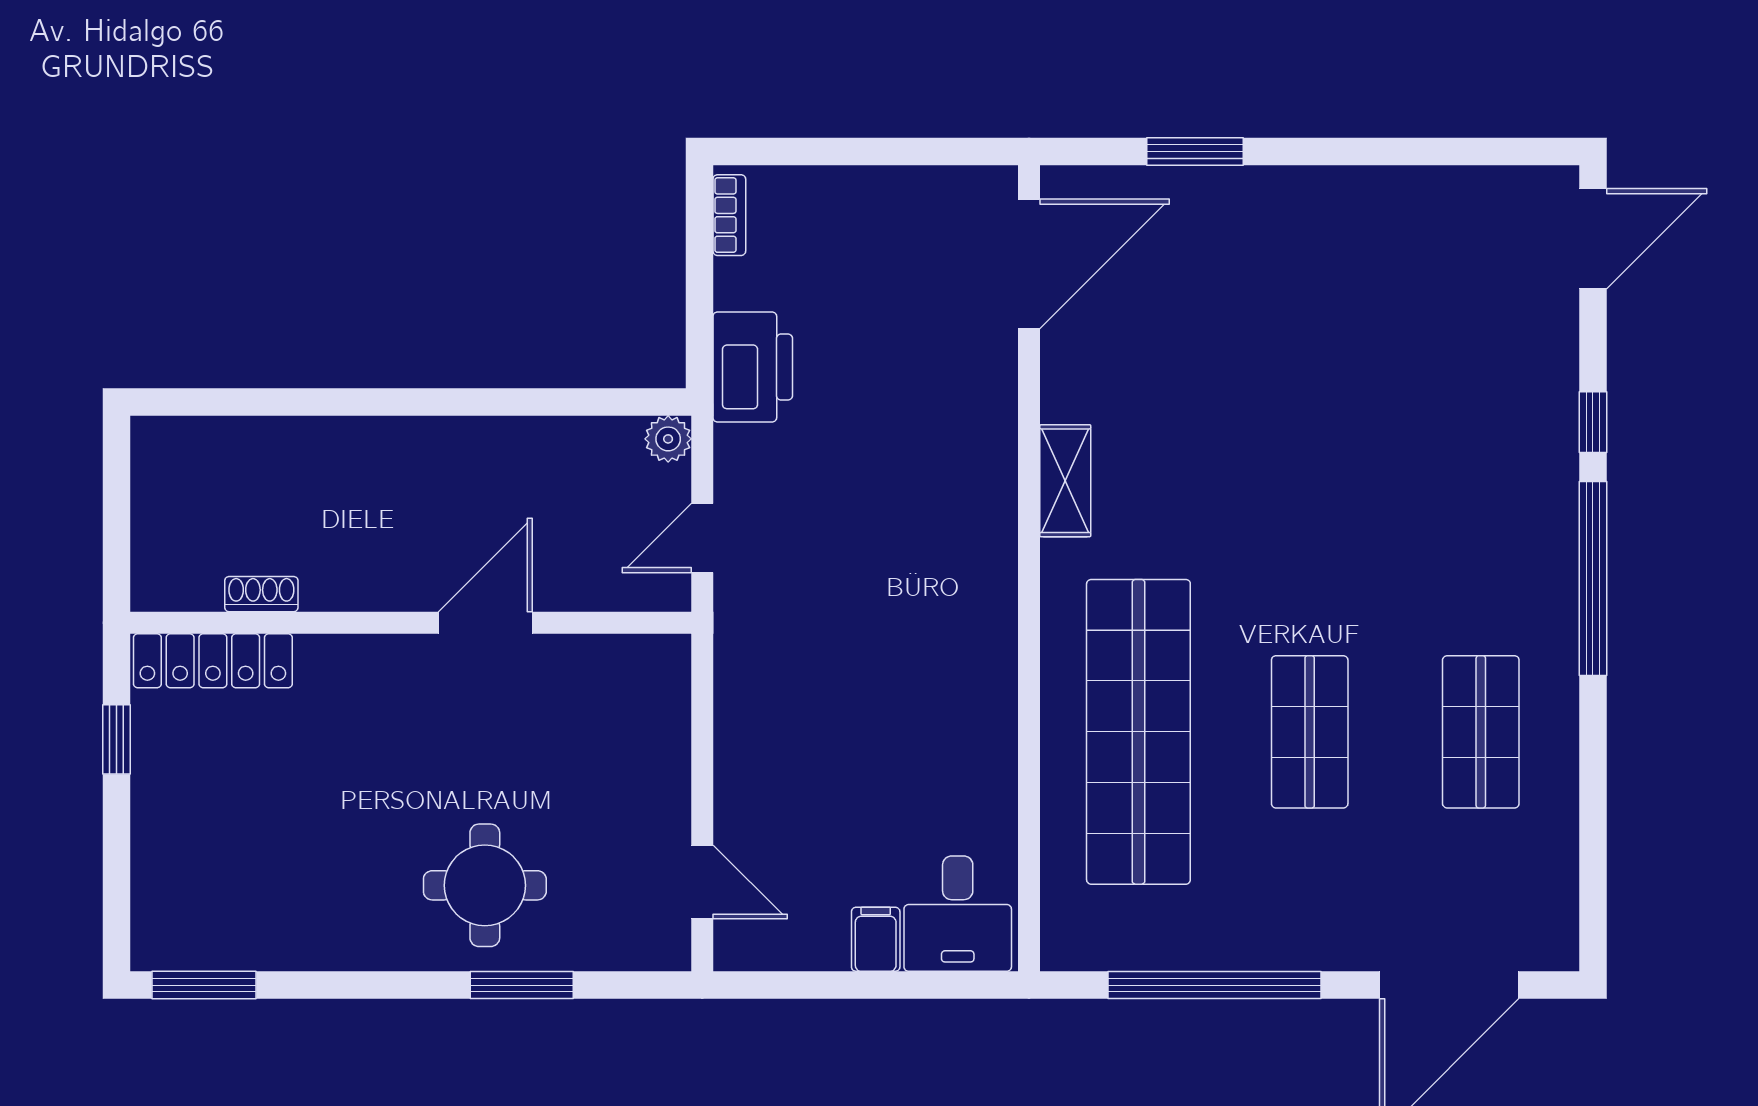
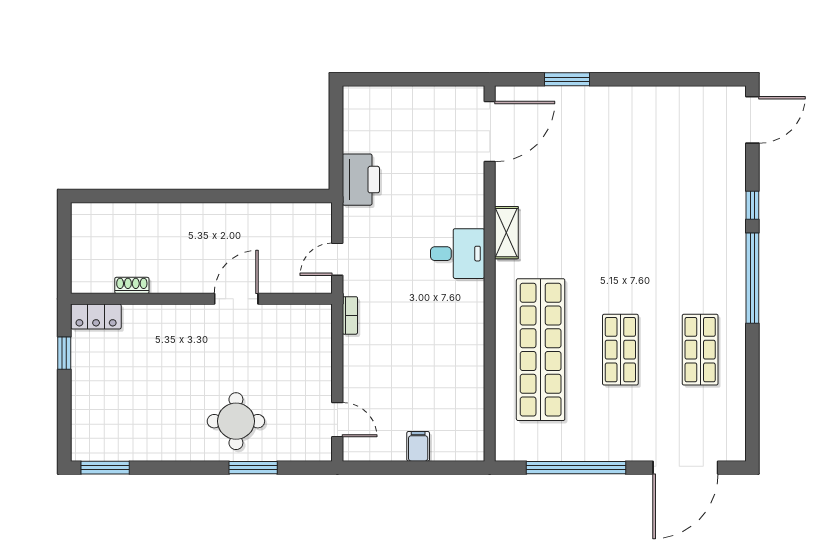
bookcase: (729, 215) -> (350, 315), moved
plant: (668, 439) -> (321, 213), removed
locker: (213, 661) -> (96, 317), width x0.66
desk: (958, 914) -> (458, 254), moved, turned -90

